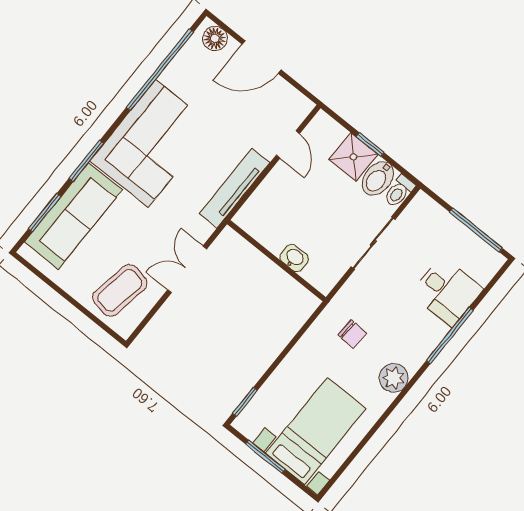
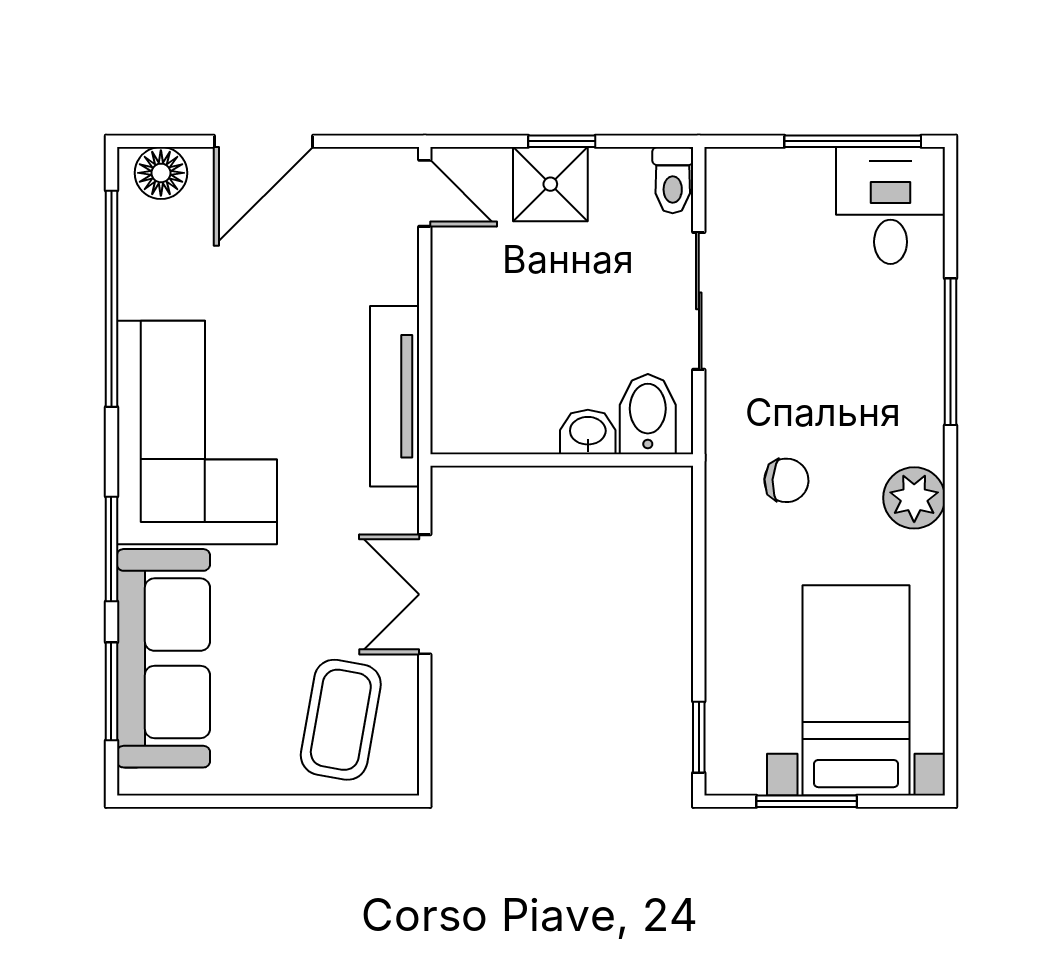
door: (288, 144) -> (425, 193), moved
bidet: (378, 178) -> (648, 414), moved, turned 180
desk: (447, 291) -> (891, 205), moved, turned -90

